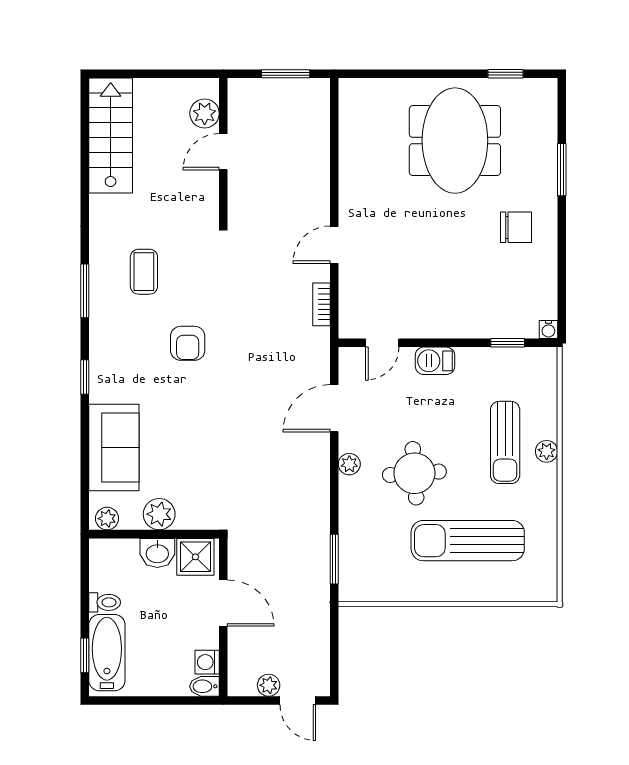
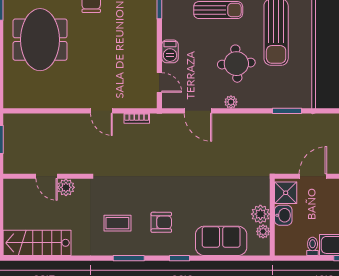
plant: (205, 113) -> (66, 187), moved
meeting table: (455, 141) -> (40, 40), turned 90
armchair: (188, 343) -> (161, 222), moved
plant: (107, 519) -> (263, 231), moved

